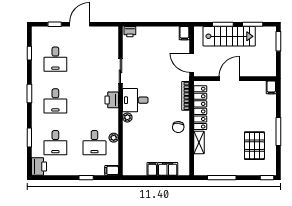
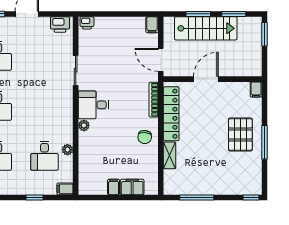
printer: (112, 100) -> (60, 24), moved, turned -90
pallet: (254, 146) -> (240, 134), moved

